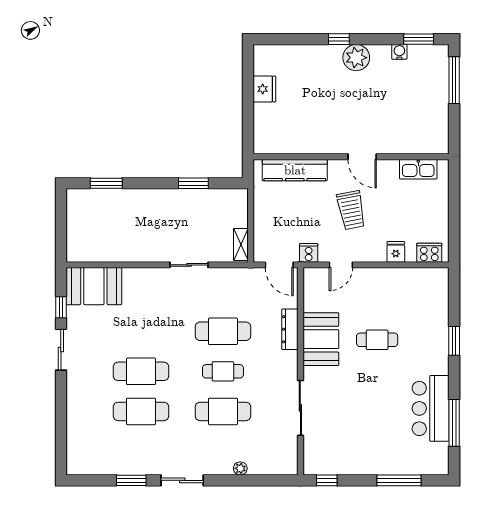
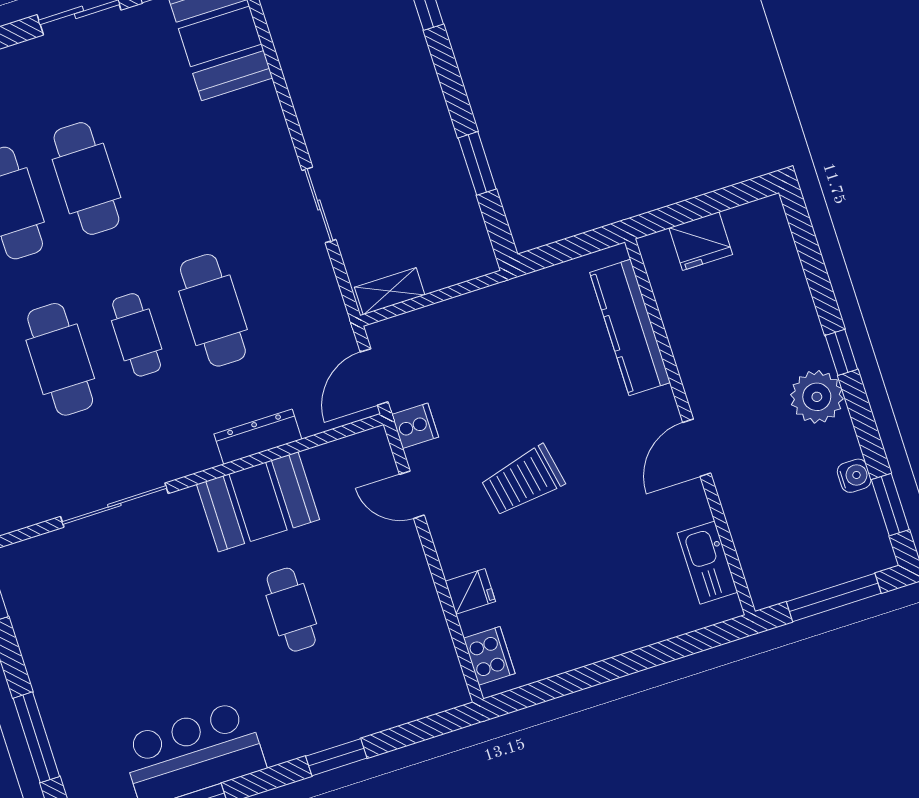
wall: (351, 157) -> (690, 427), moved
door: (362, 157) -> (697, 448), moved
kitchen sink: (418, 169) -> (707, 563), moved
kitchen counter: (295, 170) -> (630, 327), moved

